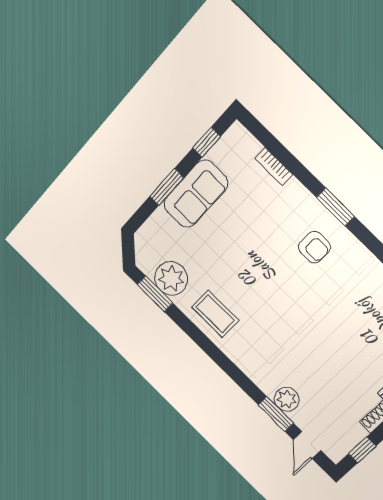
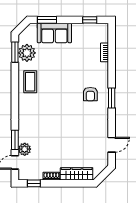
window: (167, 187) -> (47, 20), moved
sofa: (196, 194) -> (54, 33), moved
window: (335, 207) -> (112, 98), moved
plant: (287, 399) -> (25, 149), moved

